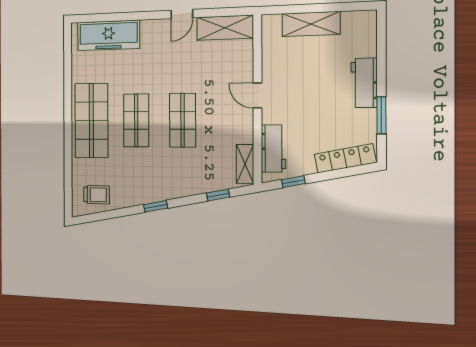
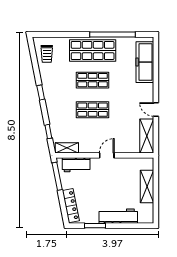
workbench: (364, 83) -> (118, 216), width x1.38
window: (68, 89) -> (113, 34), added
window: (293, 182) -> (57, 176), width x2.17

